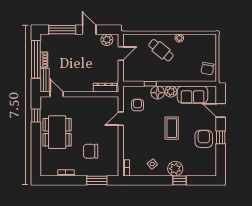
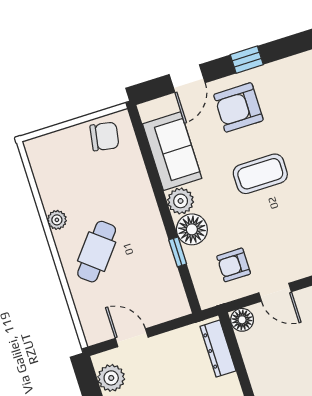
floor lamp: (114, 101) -> (242, 320), added
armchair: (204, 139) -> (238, 107), moved

